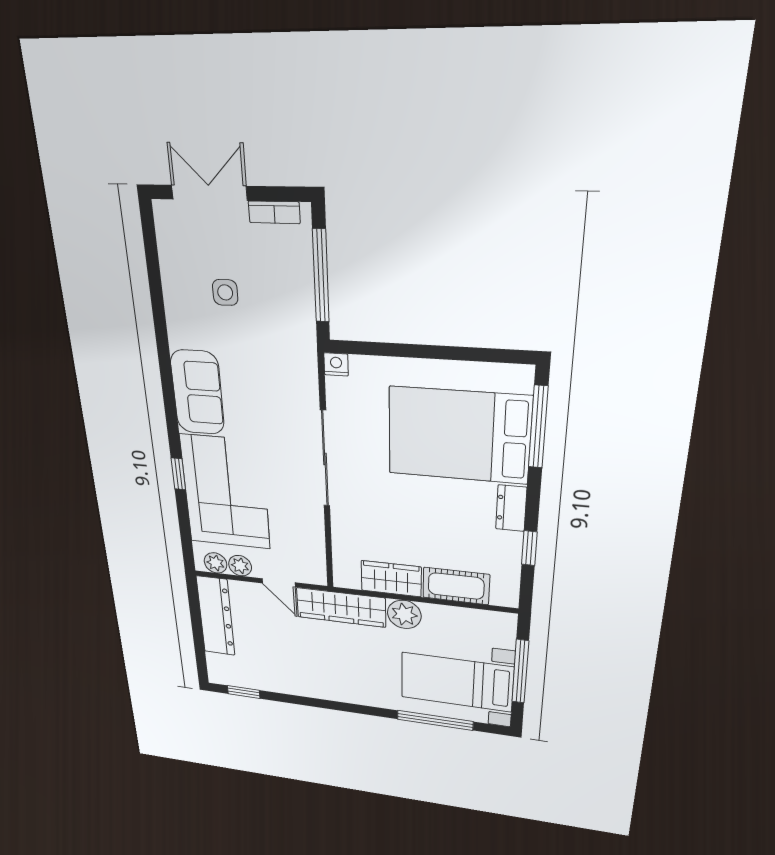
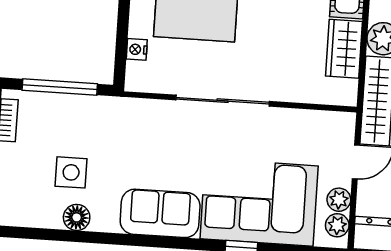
side table: (225, 292) -> (71, 172), width x1.37, depth x1.37
floor lamp: (177, 300) -> (77, 217), added
nightstand: (336, 364) -> (137, 49), moved

